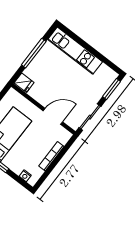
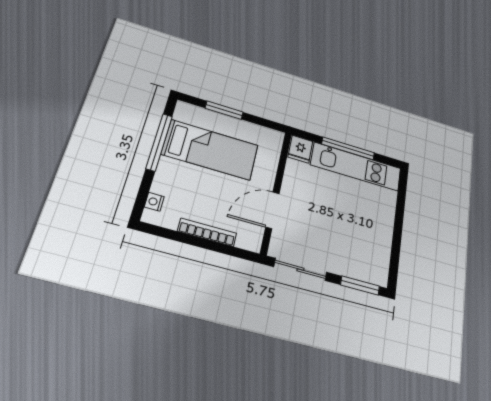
kitchen unit: (75, 51) -> (356, 167), moved, turned -90
door: (53, 116) -> (272, 210), swing flipped

